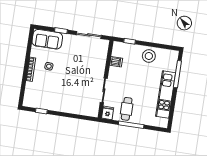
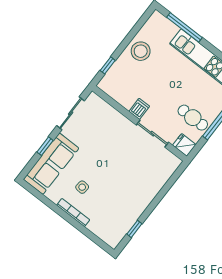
sofa: (47, 39) -> (51, 164), width x1.36
dishwasher: (116, 62) -> (139, 109), moved

